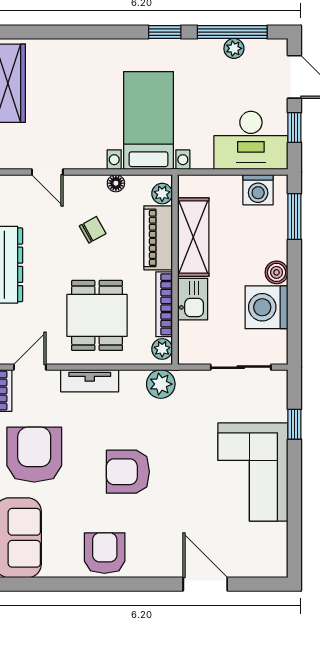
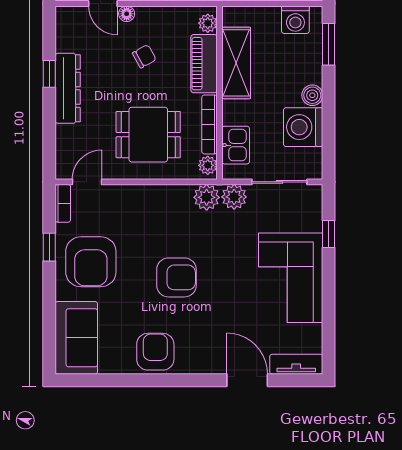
floor lamp: (116, 183) -> (127, 14), moved
kitchen sink: (193, 299) -> (236, 145), moved
dining table: (97, 315) -> (148, 135), turned 90
tv unit: (90, 381) -> (296, 364), moved, turned 180
plant: (191, 384) -> (234, 197), added
armchair: (34, 455) -> (91, 262), turned 180
armchair: (128, 472) -> (176, 277), turned 180

